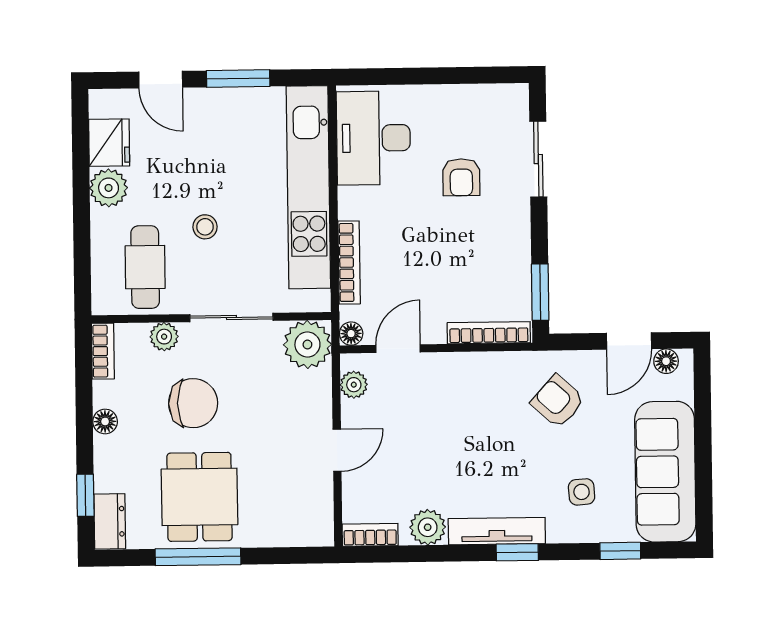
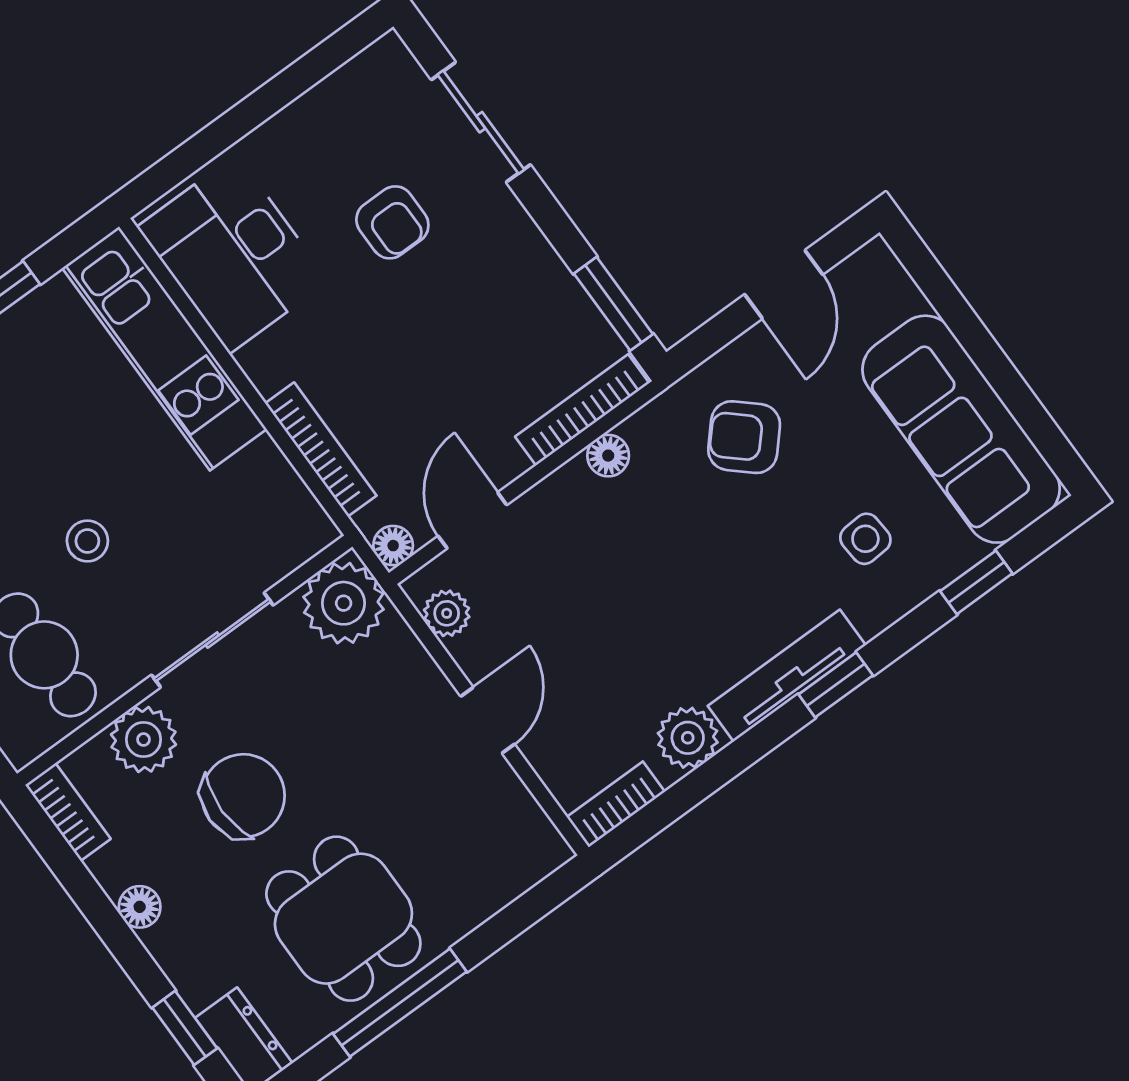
kitchen unit: (308, 187) -> (164, 348), width x0.73
plant: (164, 337) -> (144, 739), width x1.38, depth x1.38
floor lamp: (666, 361) -> (608, 456), moved

